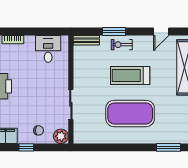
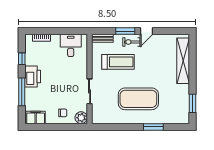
door: (161, 31) -> (147, 31), moved
treadmill: (130, 76) -> (118, 62), moved, turned 180
window: (26, 147) -> (53, 127), removed
window: (169, 147) -> (153, 127), moved

